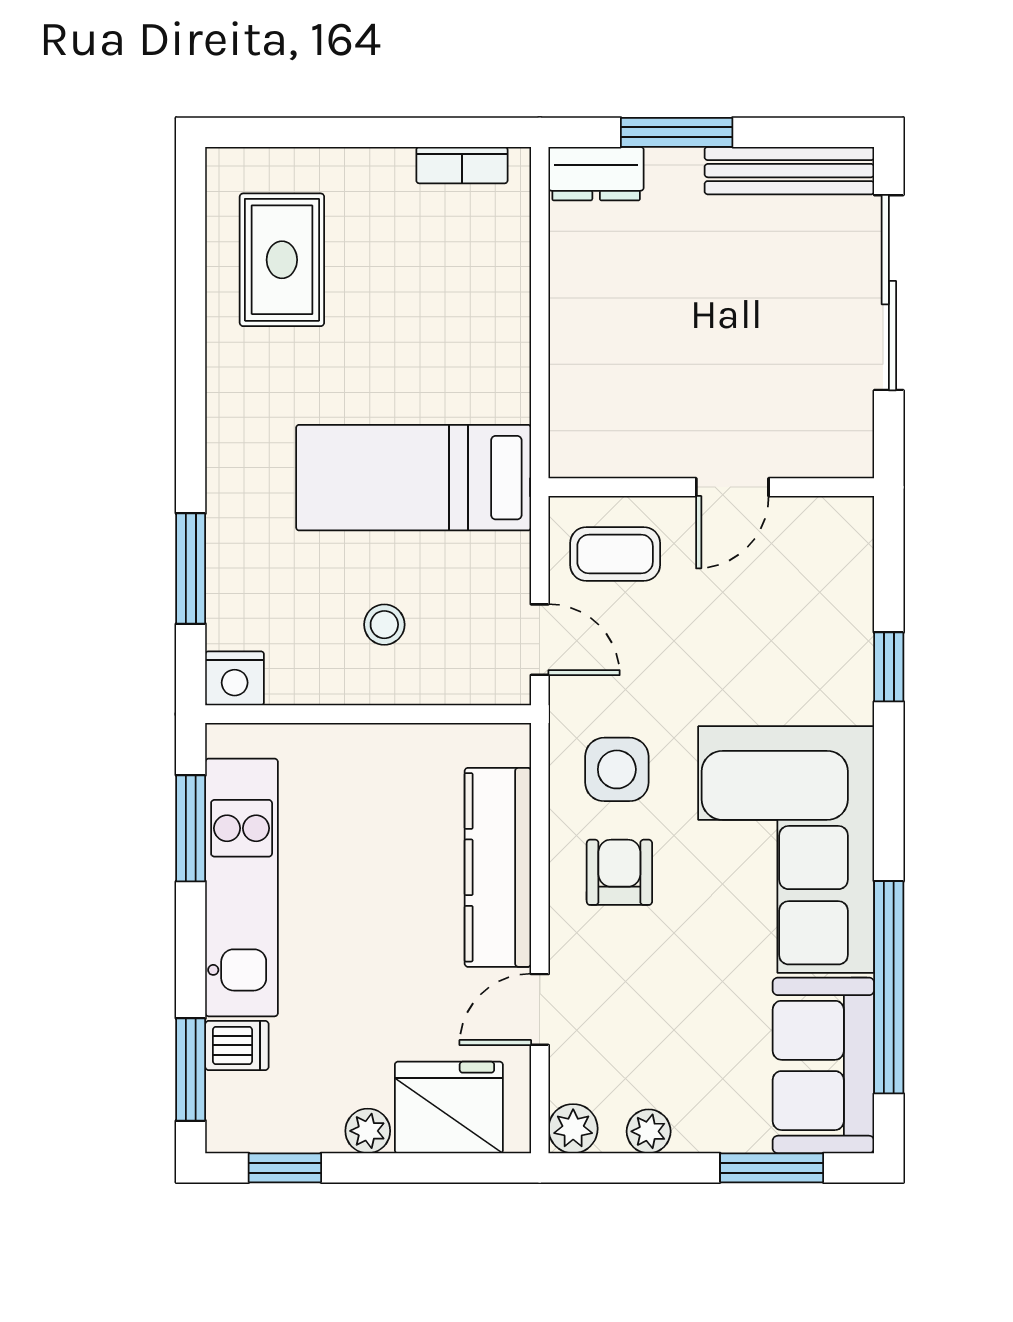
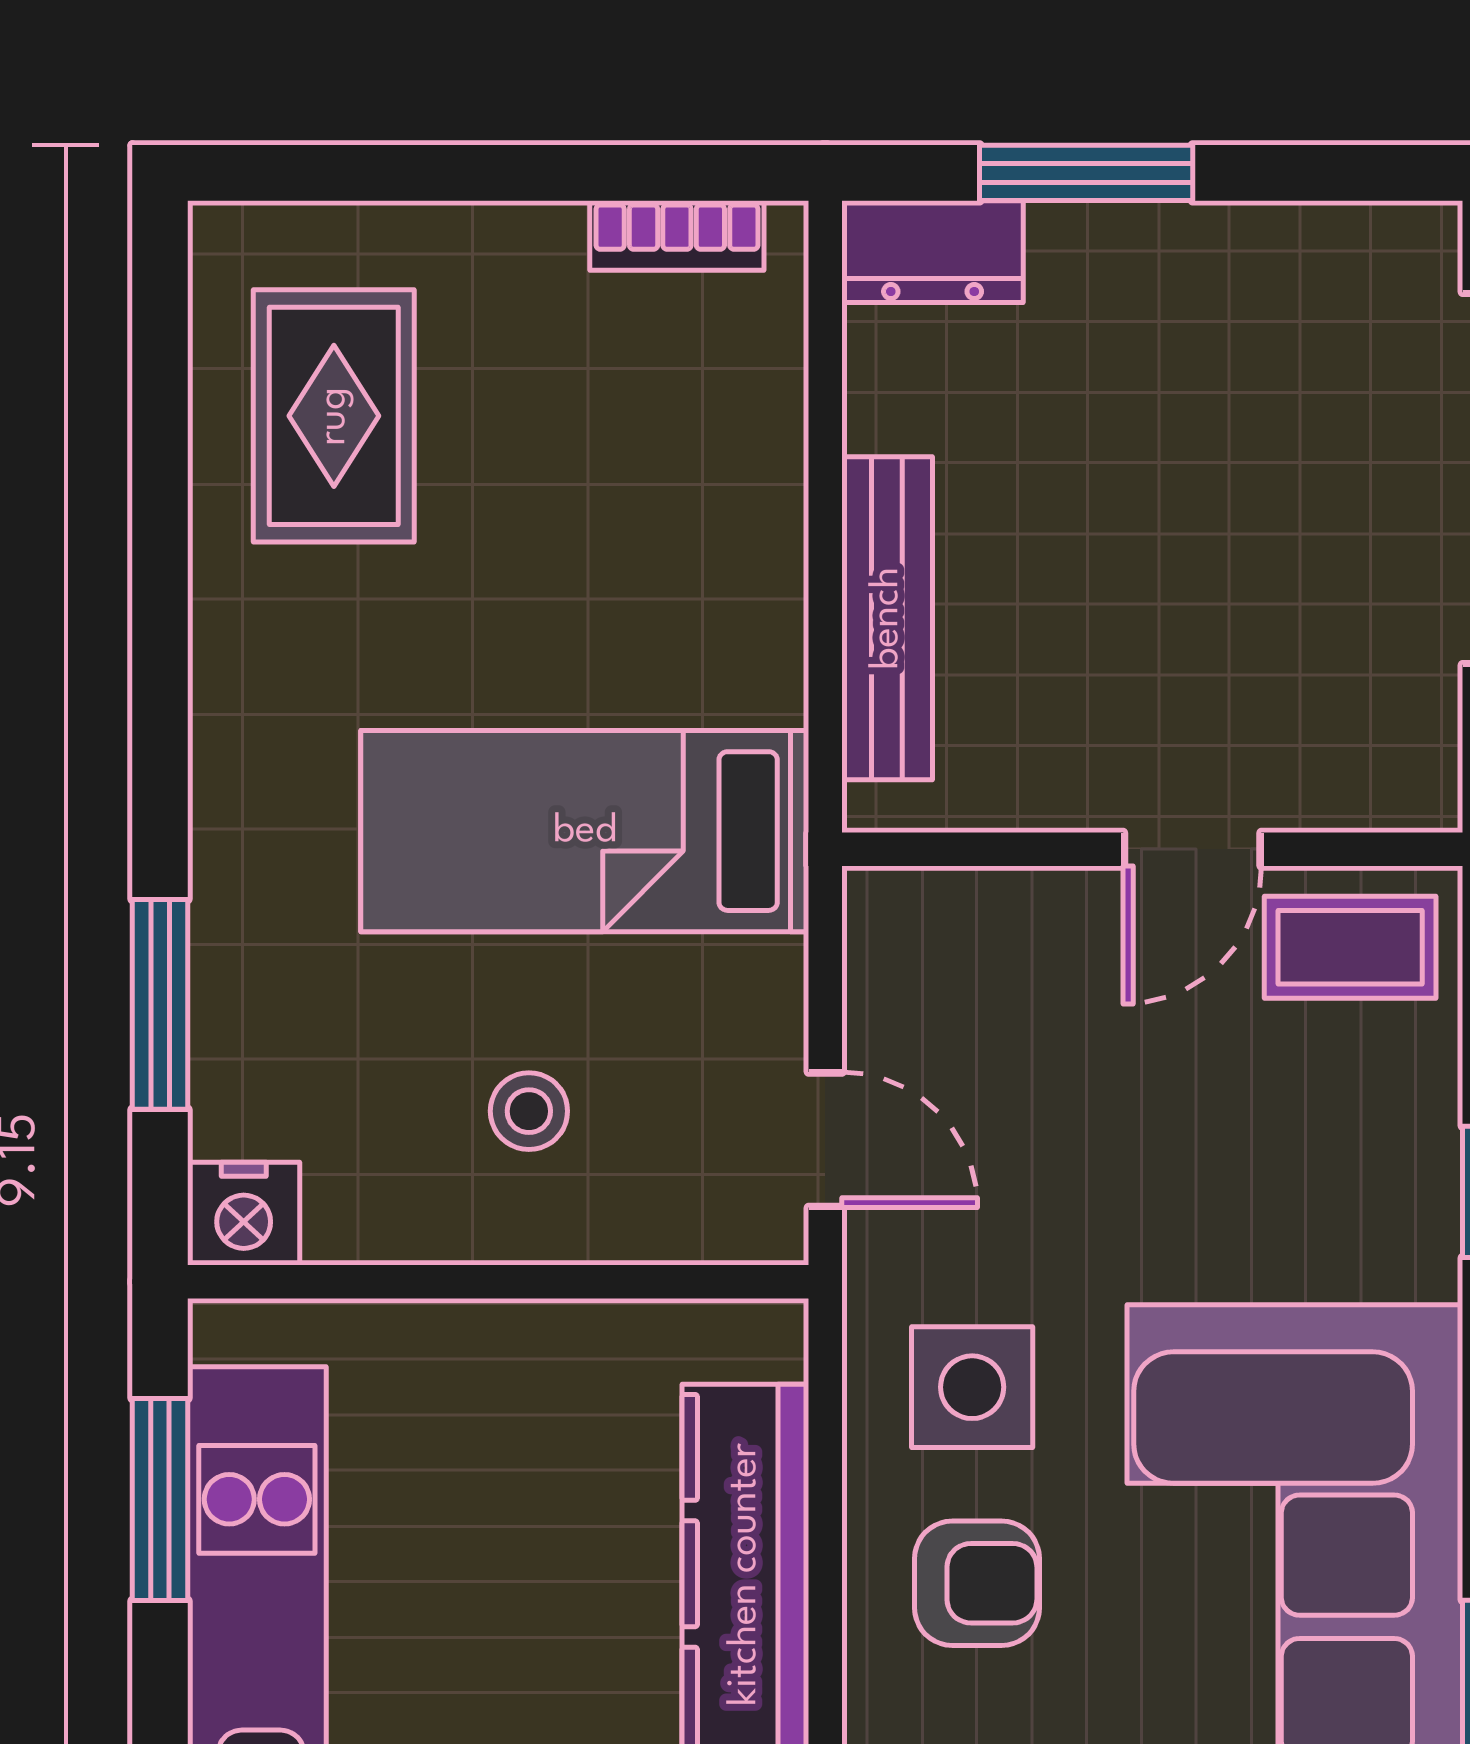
bench: (789, 171) -> (887, 618), moved, turned 90
coffee table: (615, 554) -> (1350, 947), moved
armchair: (619, 872) -> (977, 1583), turned 90

